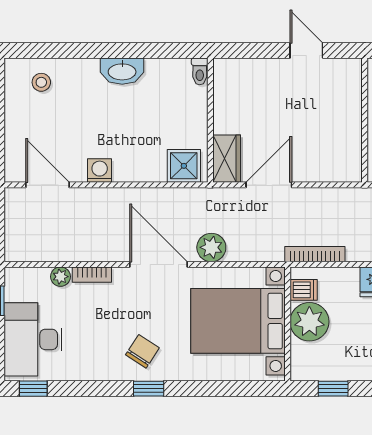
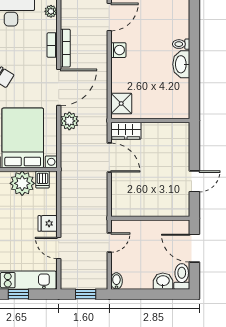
toilet: (200, 71) -> (181, 44), moved
stool: (41, 82) -> (174, 13), removed
bookcase: (315, 254) -> (65, 48), moved
plant: (60, 277) -> (51, 11), moved

